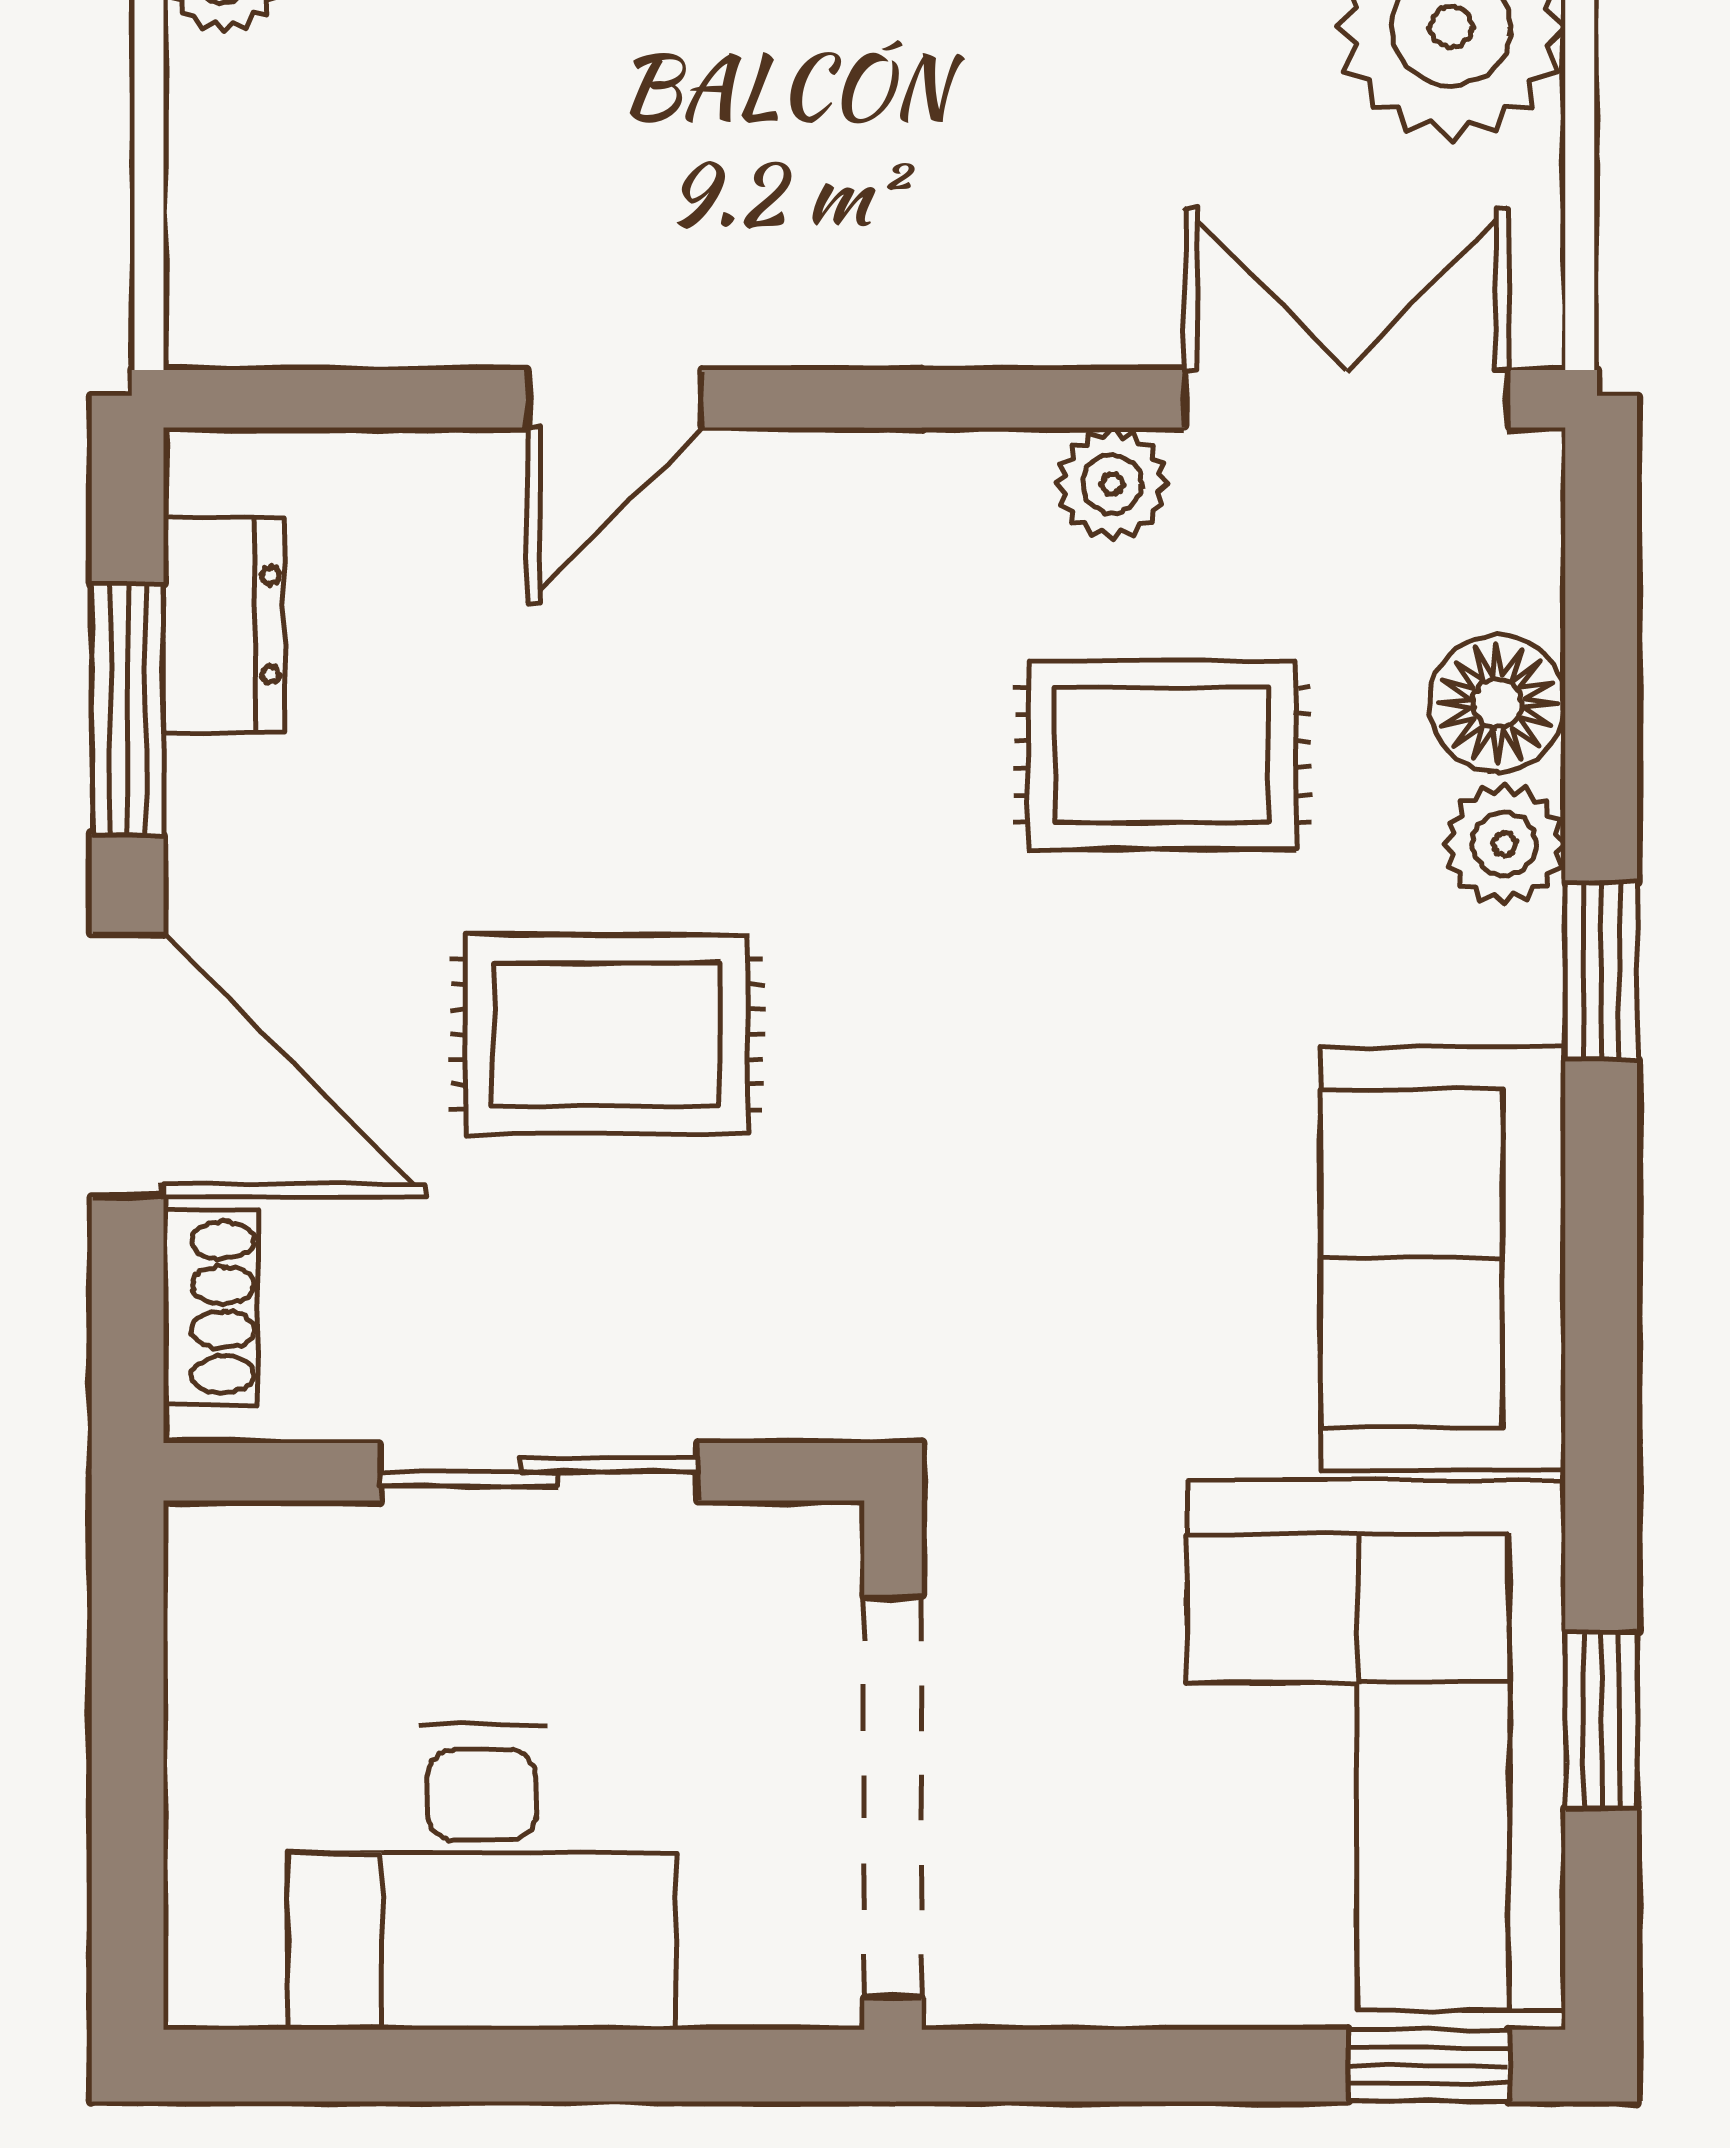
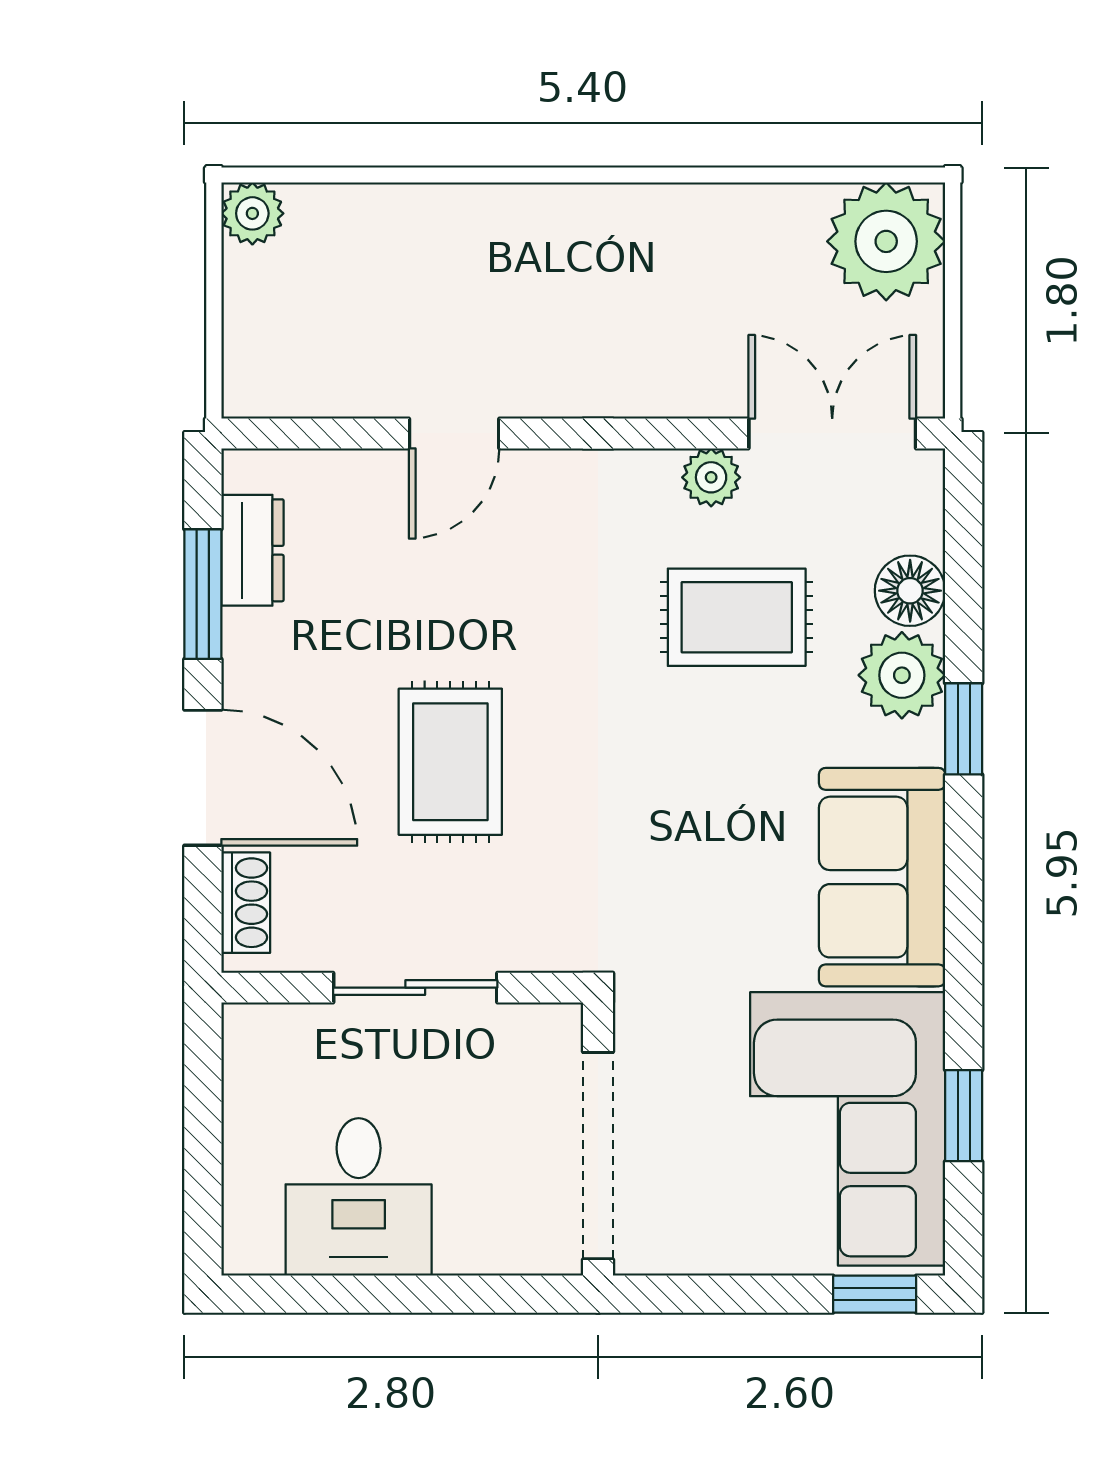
plant: (1504, 844) -> (902, 675), width x1.38, depth x1.38
rug: (607, 1034) -> (450, 762), turned 90
desk: (482, 1877) -> (359, 1197), width x0.73

